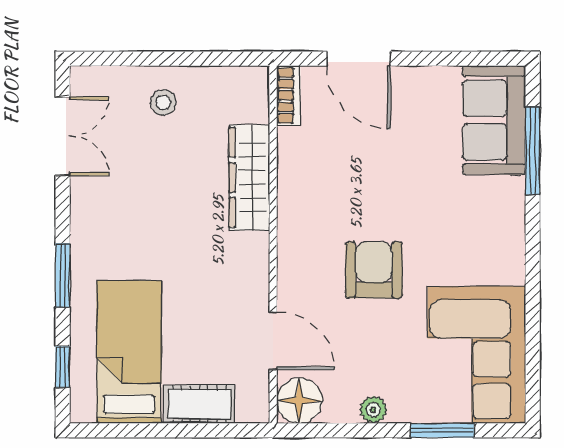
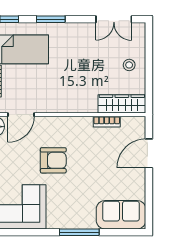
bookcase: (288, 95) -> (107, 122), moved
window: (533, 151) -> (79, 232), moved
wardrobe: (249, 177) -> (122, 104), moved

